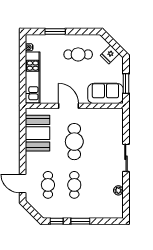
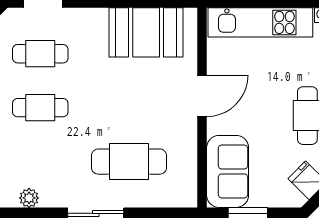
cafe table: (74, 142) -> (129, 162), moved

